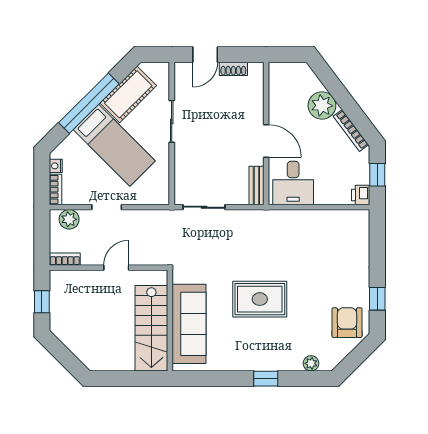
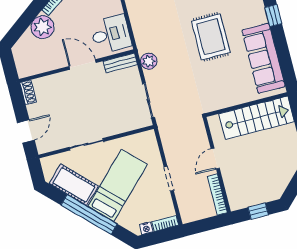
door: (205, 55) -> (26, 131), hinge flipped
shoe rack: (233, 69) -> (28, 92), moved
door: (266, 141) -> (83, 64), hinge flipped
plant: (69, 219) -> (149, 61), moved
bookcase: (65, 259) -> (217, 195), width x1.56
door: (116, 268) -> (215, 158), hinge flipped
sofa: (189, 324) -> (263, 58), moved, turned -90

